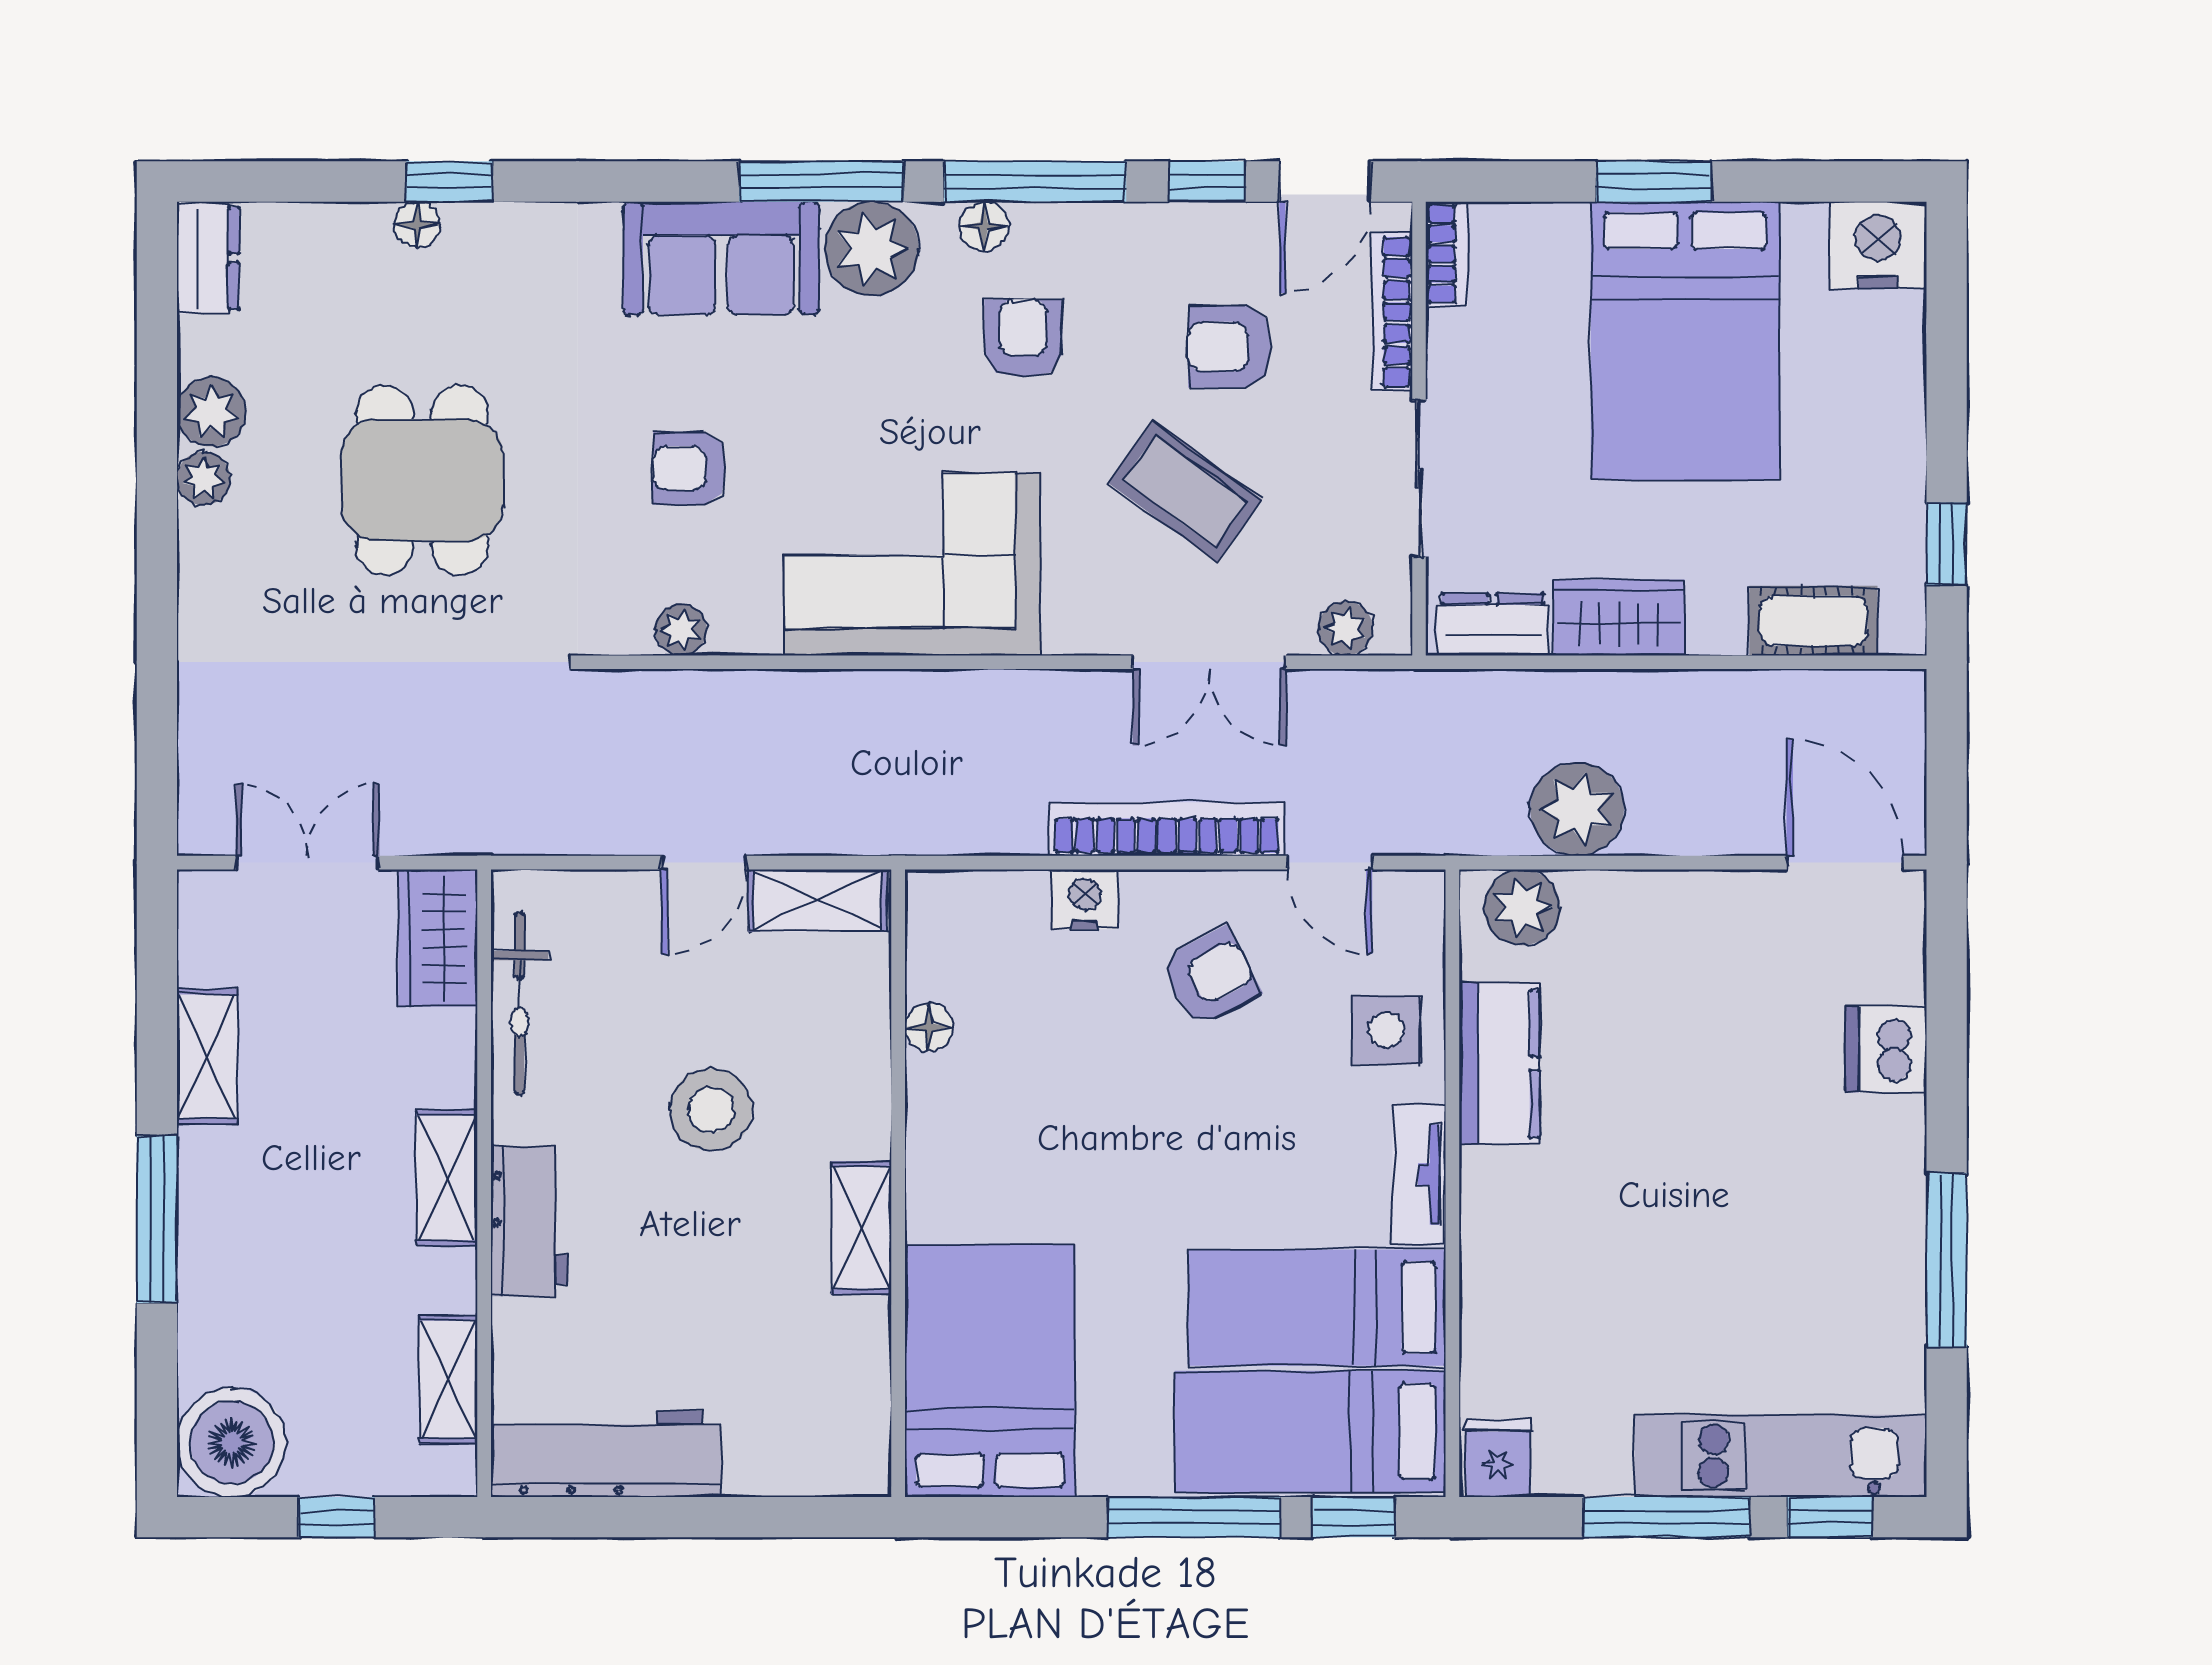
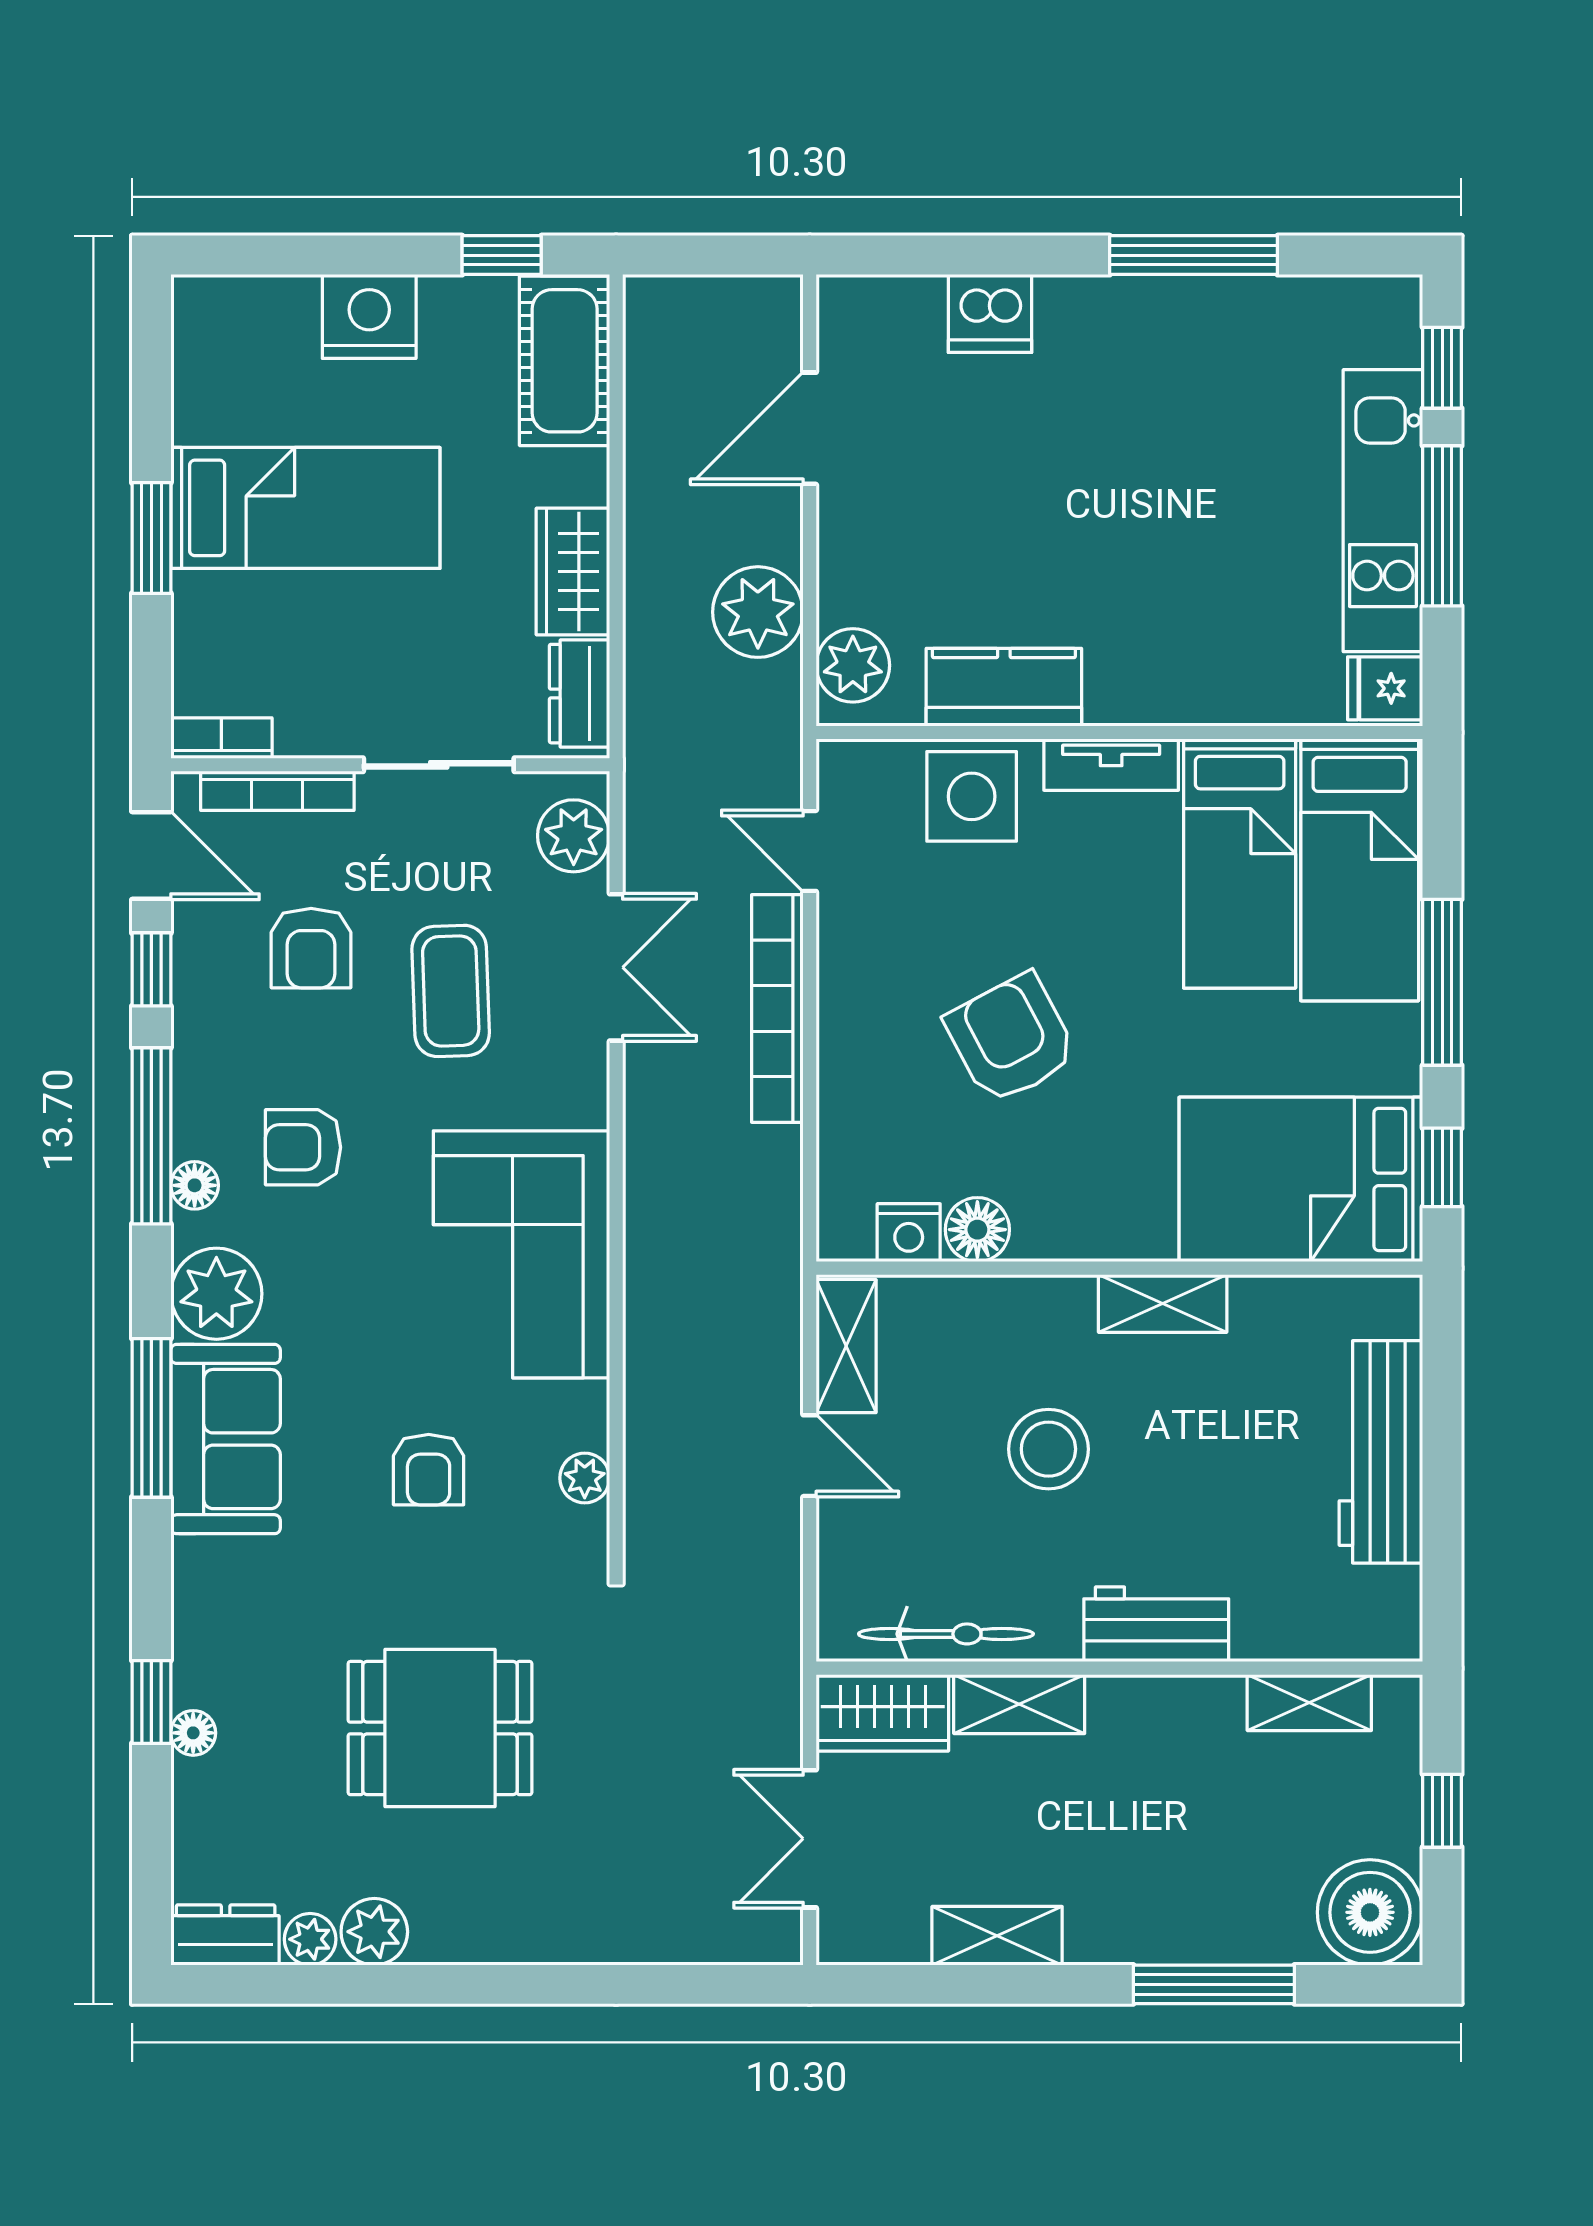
window: (821, 181) -> (151, 1418), moved
nightstand: (1878, 245) -> (369, 316), moved, turned 90
bed: (1685, 341) -> (305, 508), width x0.67
plant: (204, 478) -> (310, 1939), moved
coffee table: (1185, 491) -> (451, 991), turned -38
cot: (1813, 621) -> (565, 361), width x1.37, depth x1.34
plant: (1345, 628) -> (574, 836), width x1.38, depth x1.38
door: (1330, 863) -> (810, 851), swing flipped
door: (1845, 863) -> (810, 428), moved
nightstand: (1085, 899) -> (909, 1233), moved, turned -90
armchair: (1210, 977) -> (1011, 1039), moved, width x1.38, depth x1.38
floor lamp: (929, 1027) -> (977, 1230), width x1.37, depth x1.37
side table: (1386, 1030) -> (972, 796), width x1.37, depth x1.37
shelving: (447, 1178) -> (1019, 1704), moved
window: (157, 1219) -> (1214, 1984), moved
workbench: (606, 1454) -> (1381, 1452), moved
kitchen unit: (1781, 1456) -> (1383, 511), moved
window: (1354, 1517) -> (1442, 1167), moved

